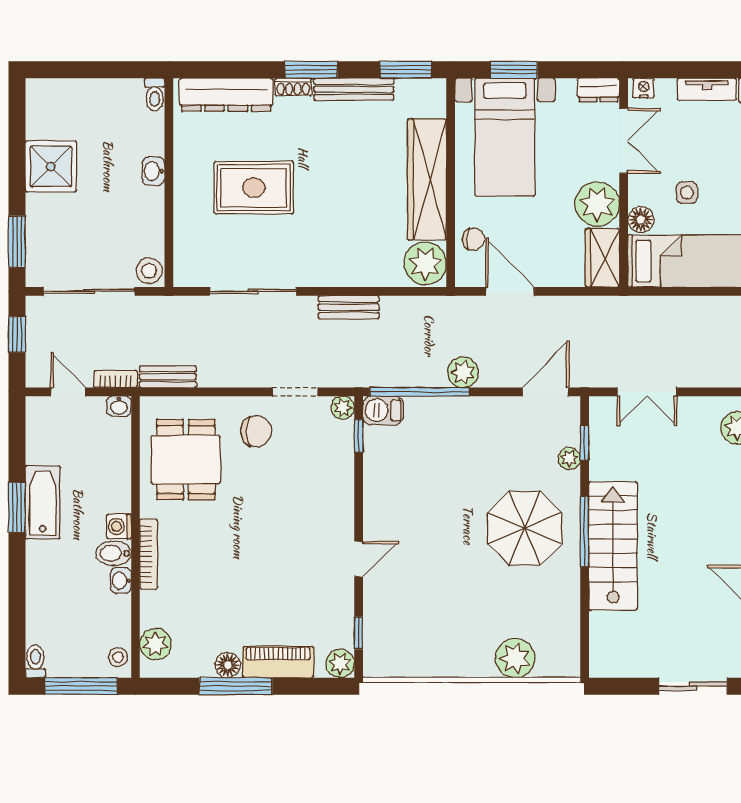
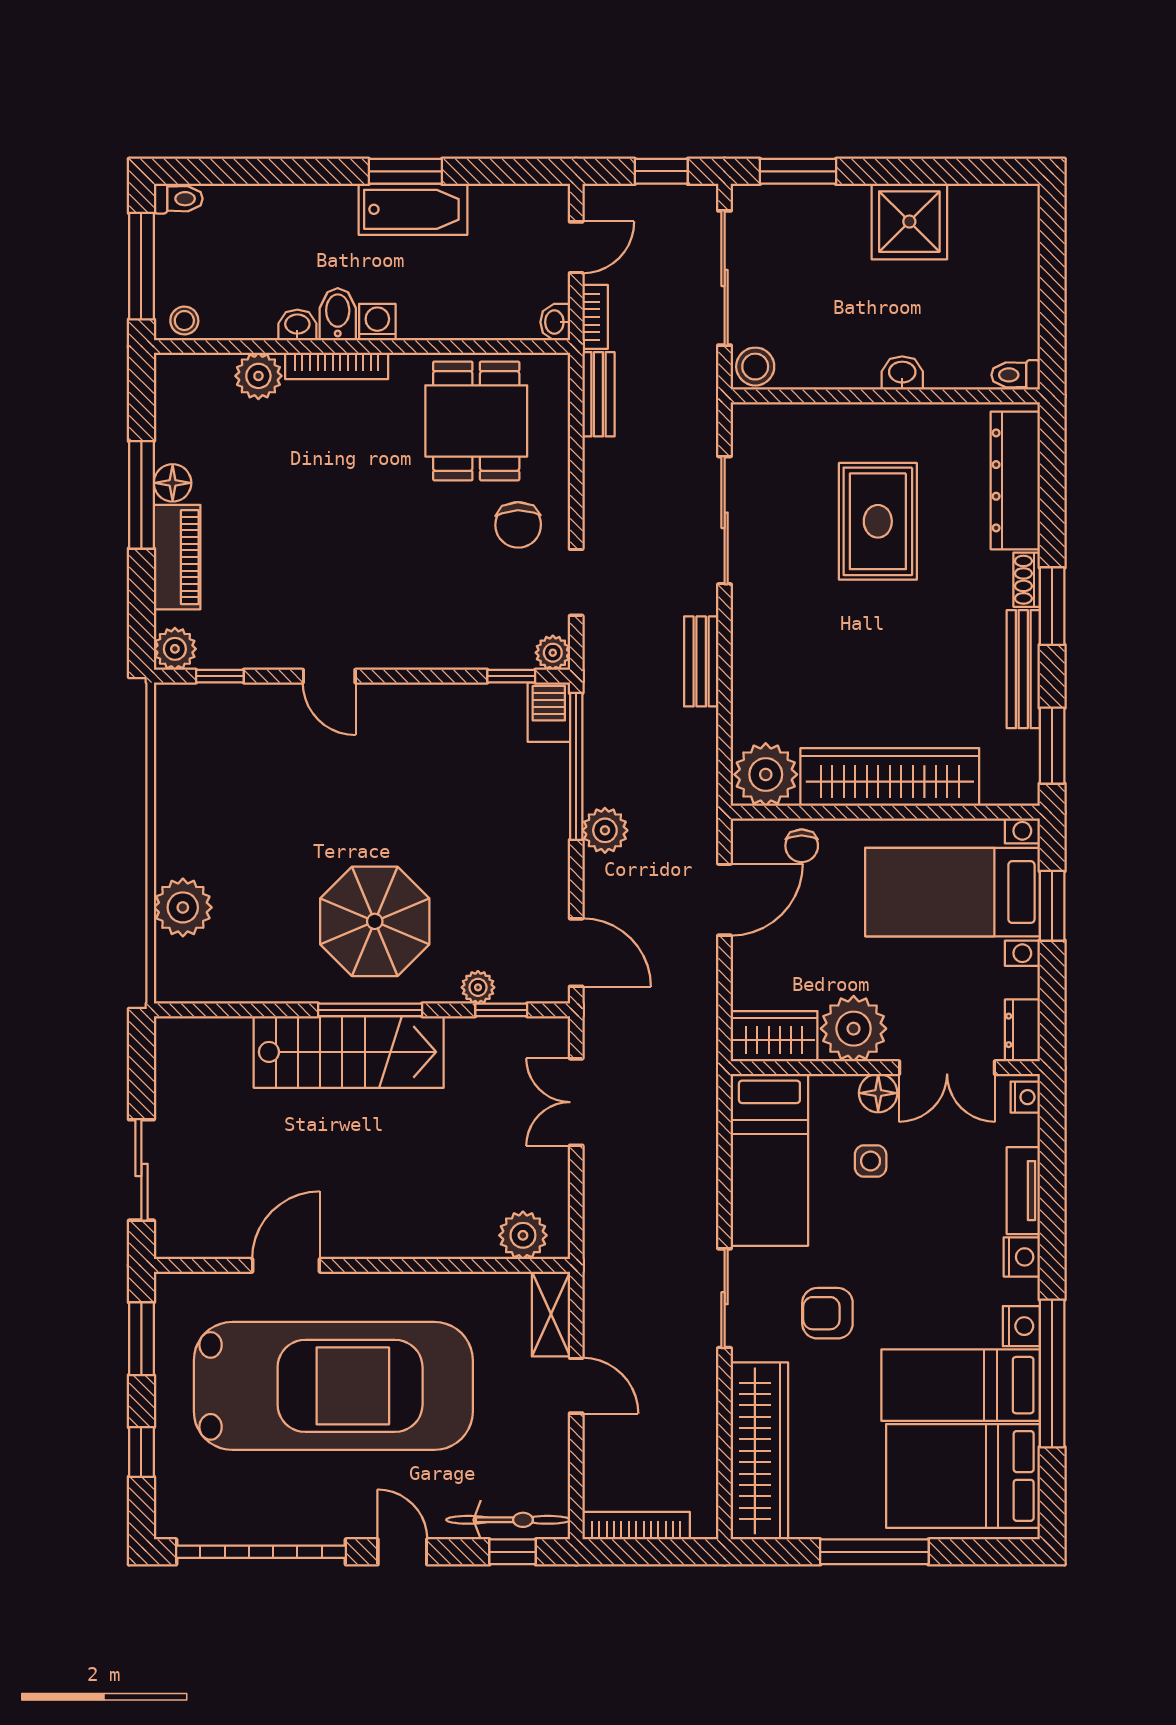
floor lamp: (641, 220) -> (878, 1093), moved
dining table: (186, 460) -> (476, 421), turned 90
plant: (155, 644) -> (258, 376), moved

